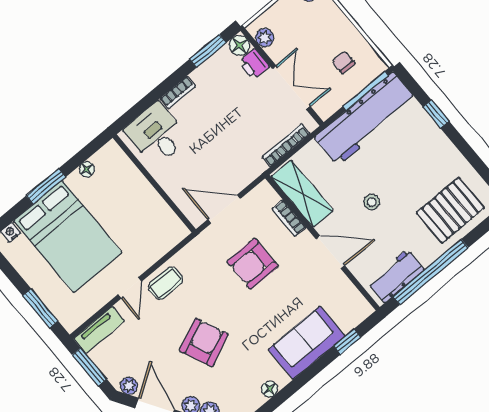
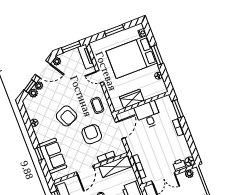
window: (208, 51) -> (178, 109), moved
desk: (156, 134) -> (148, 115), moved, turned -90
wardrobe: (153, 207) -> (132, 99), added
coffee table: (166, 283) -> (97, 105), moved
window: (40, 308) -> (114, 30), moved
armchair: (204, 342) -> (67, 116), moved
window: (347, 342) -> (39, 154), moved
sofa: (307, 343) -> (53, 156), moved

